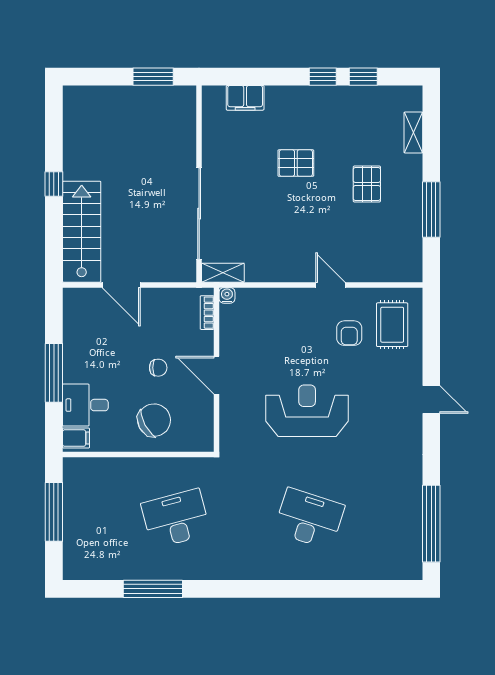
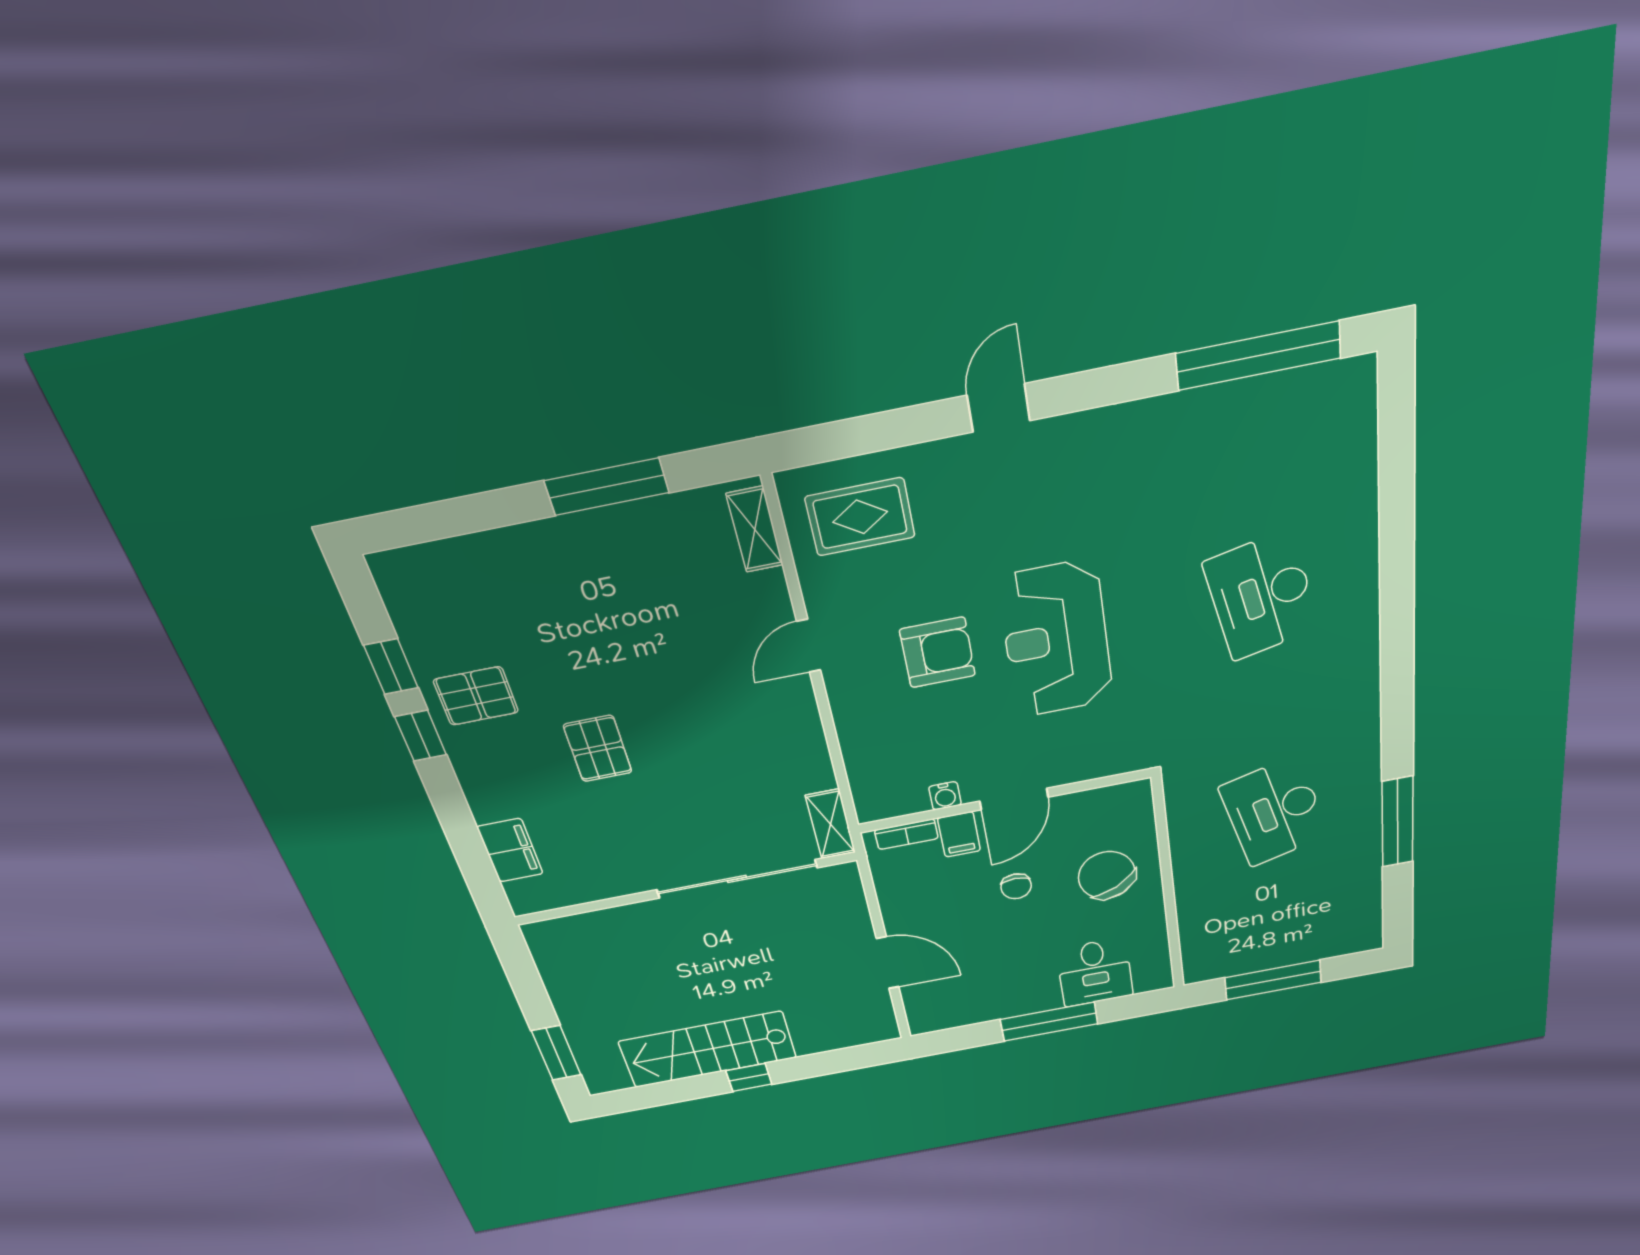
window: (153, 77) -> (556, 1053), moved
shelving: (413, 132) -> (755, 529), moved, turned 90
pallet: (367, 184) -> (476, 696), moved
stairs: (82, 232) -> (708, 1049), moved
door: (121, 285) -> (888, 963), hinge flipped
water cooler: (227, 295) -> (945, 796), moved, turned -90
armchair: (349, 333) -> (938, 653), moved, width x1.38, depth x1.38
chair: (158, 368) -> (1016, 886), turned 180
filing cabinet: (76, 438) -> (959, 834), moved, turned 180
desk: (309, 519) -> (1262, 596), turned -30

